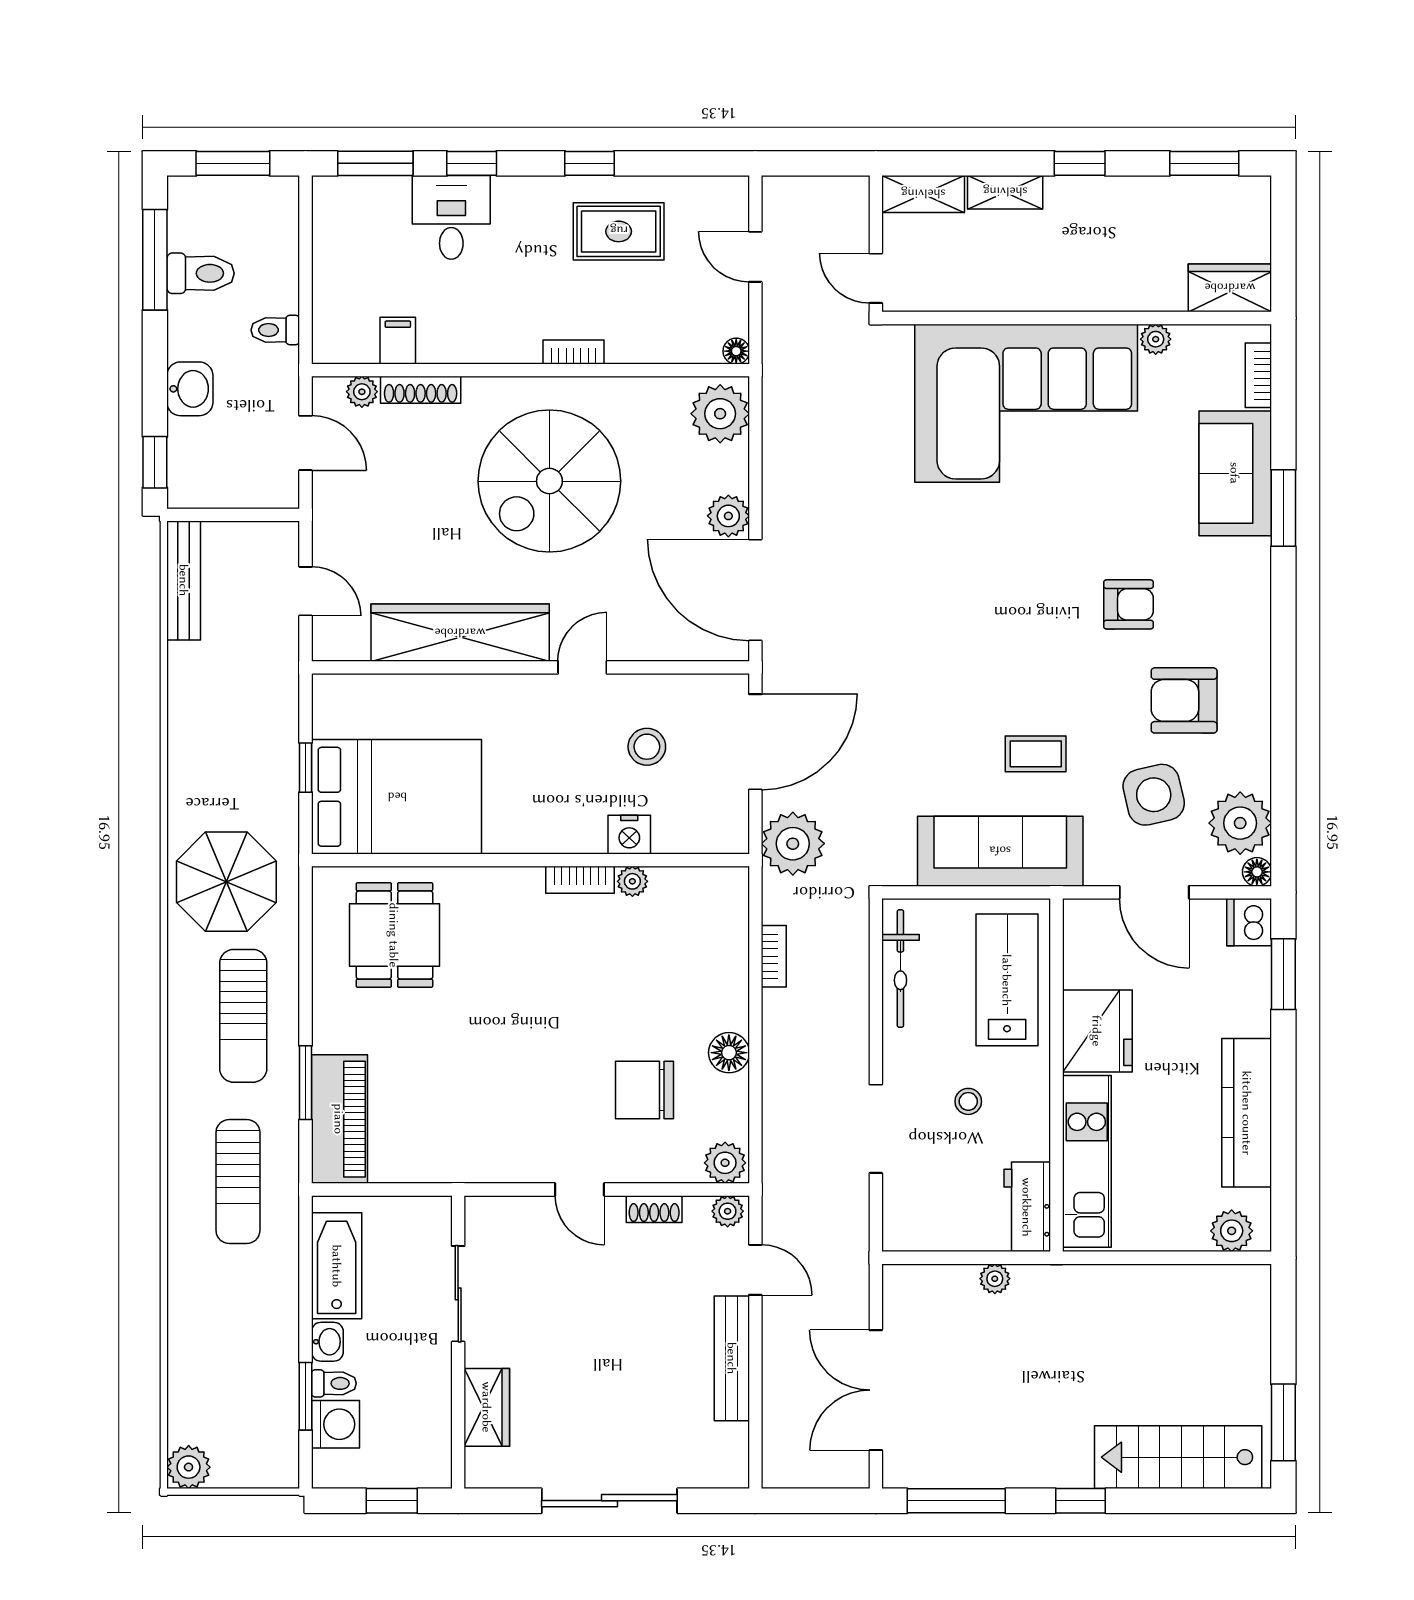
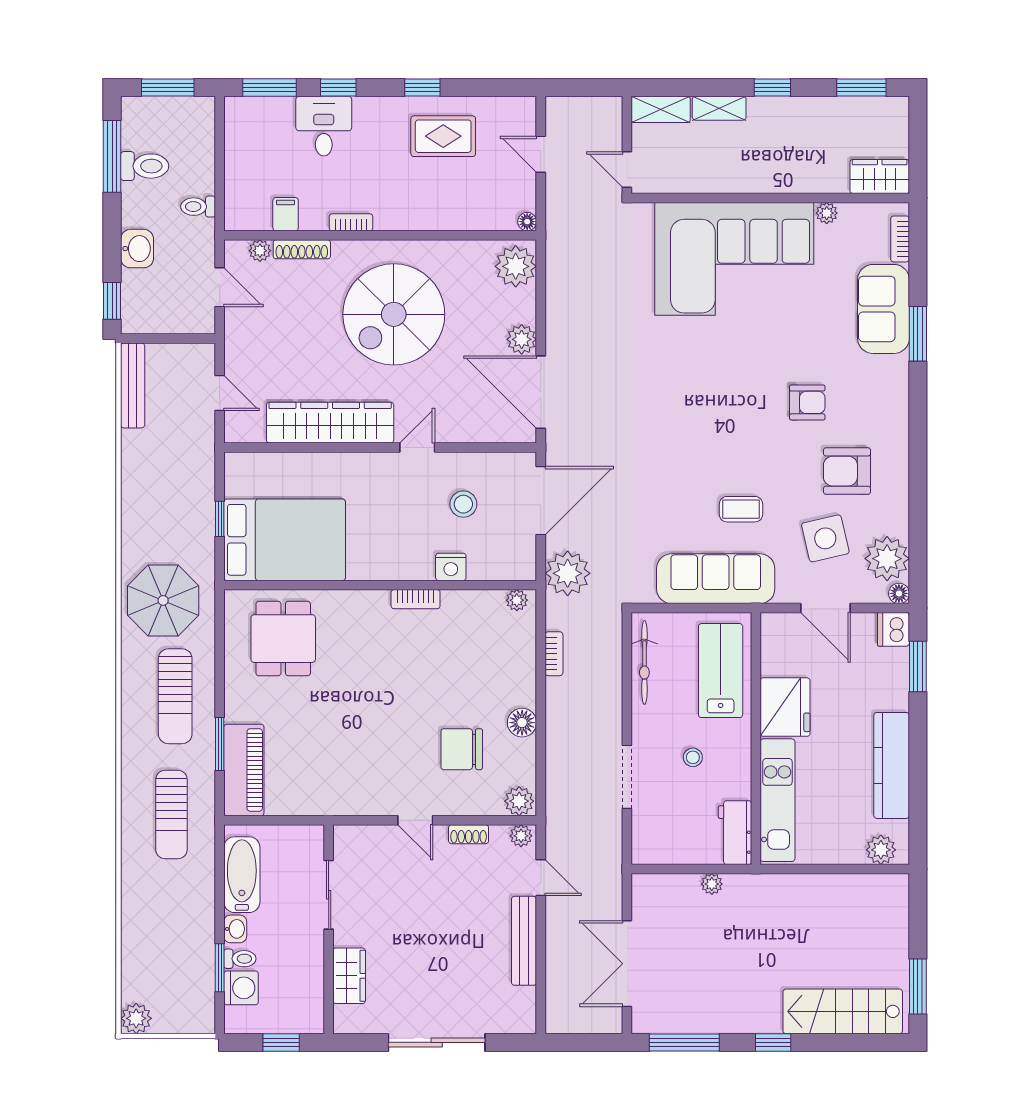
bookcase: (574, 352) -> (351, 222), moved
plant: (632, 881) -> (517, 600), moved

